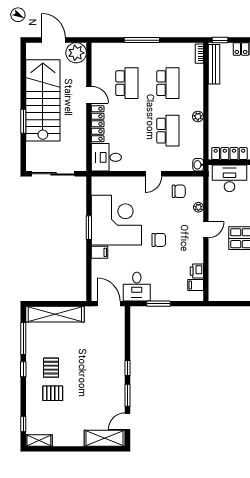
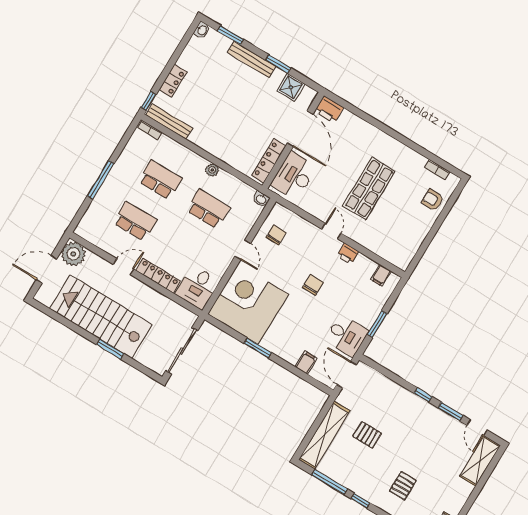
plant: (198, 207) -> (304, 225), removed
corner desk: (116, 220) -> (248, 304), moved
filing cabinet: (100, 252) -> (306, 363), moved
printer: (197, 271) -> (348, 254), moved
door: (109, 304) -> (347, 375), hinge flipped
pallet: (51, 368) -> (367, 435), moved

